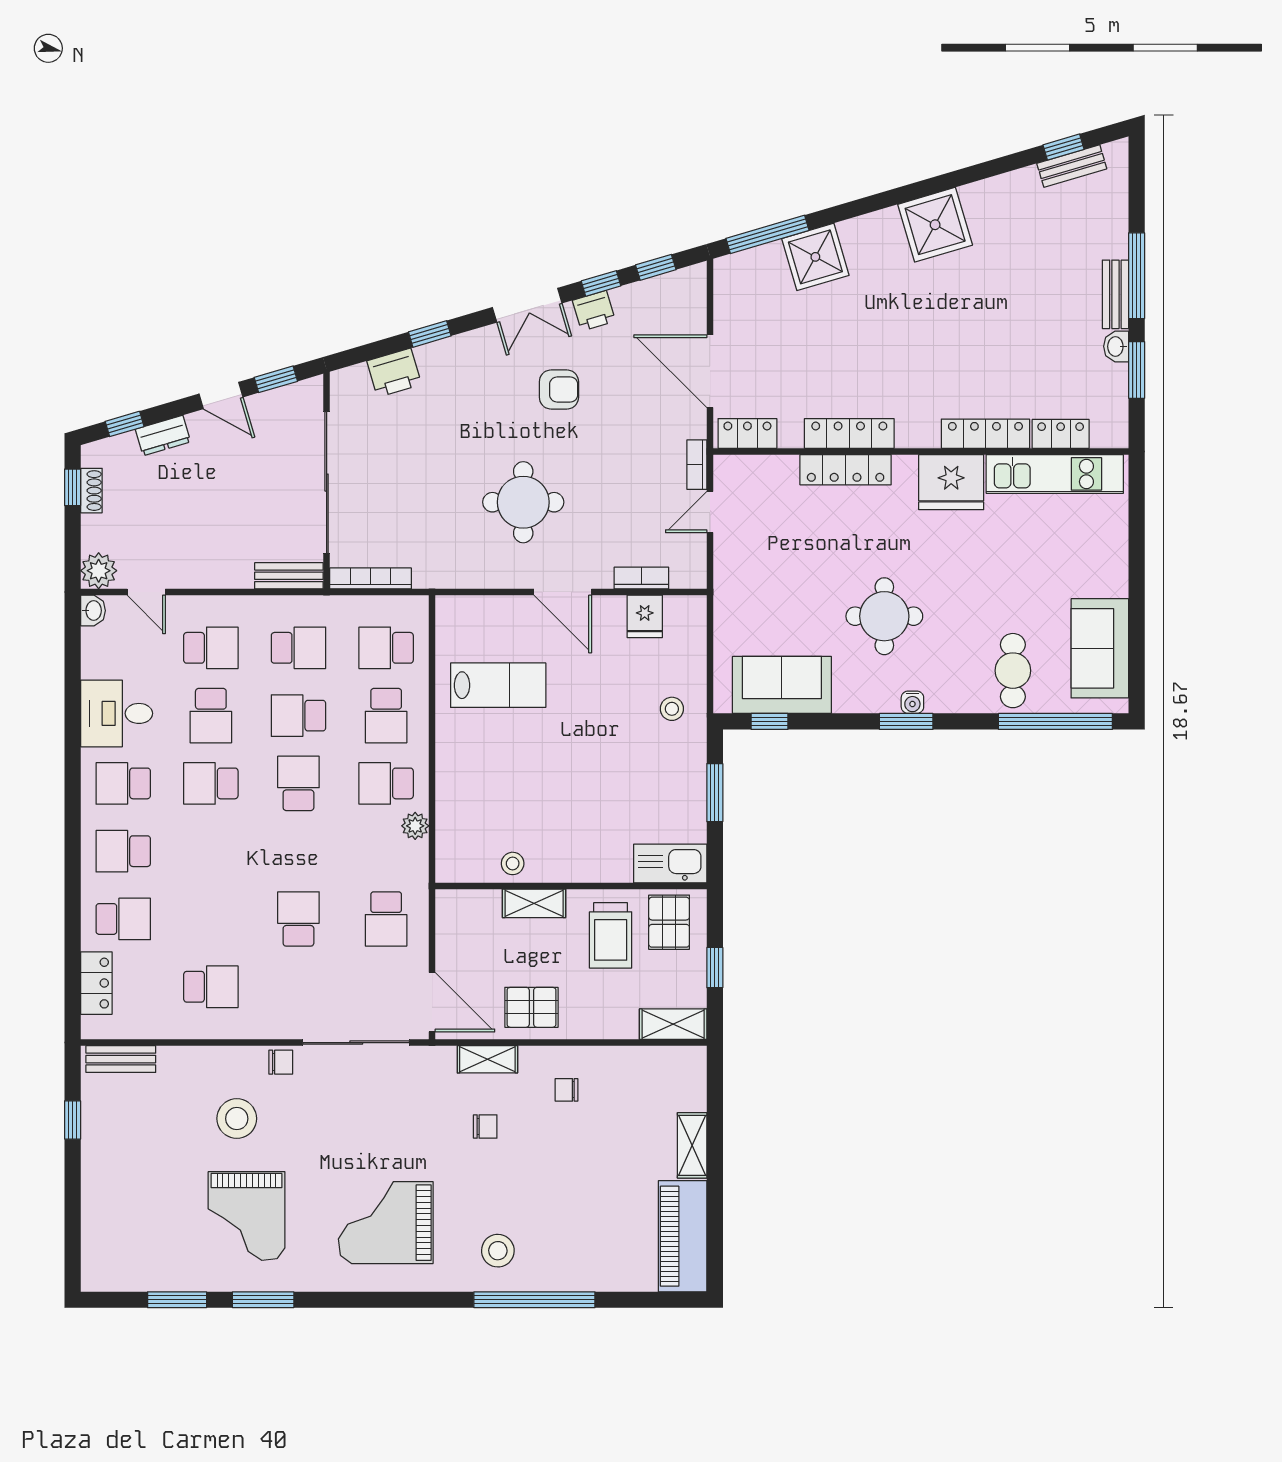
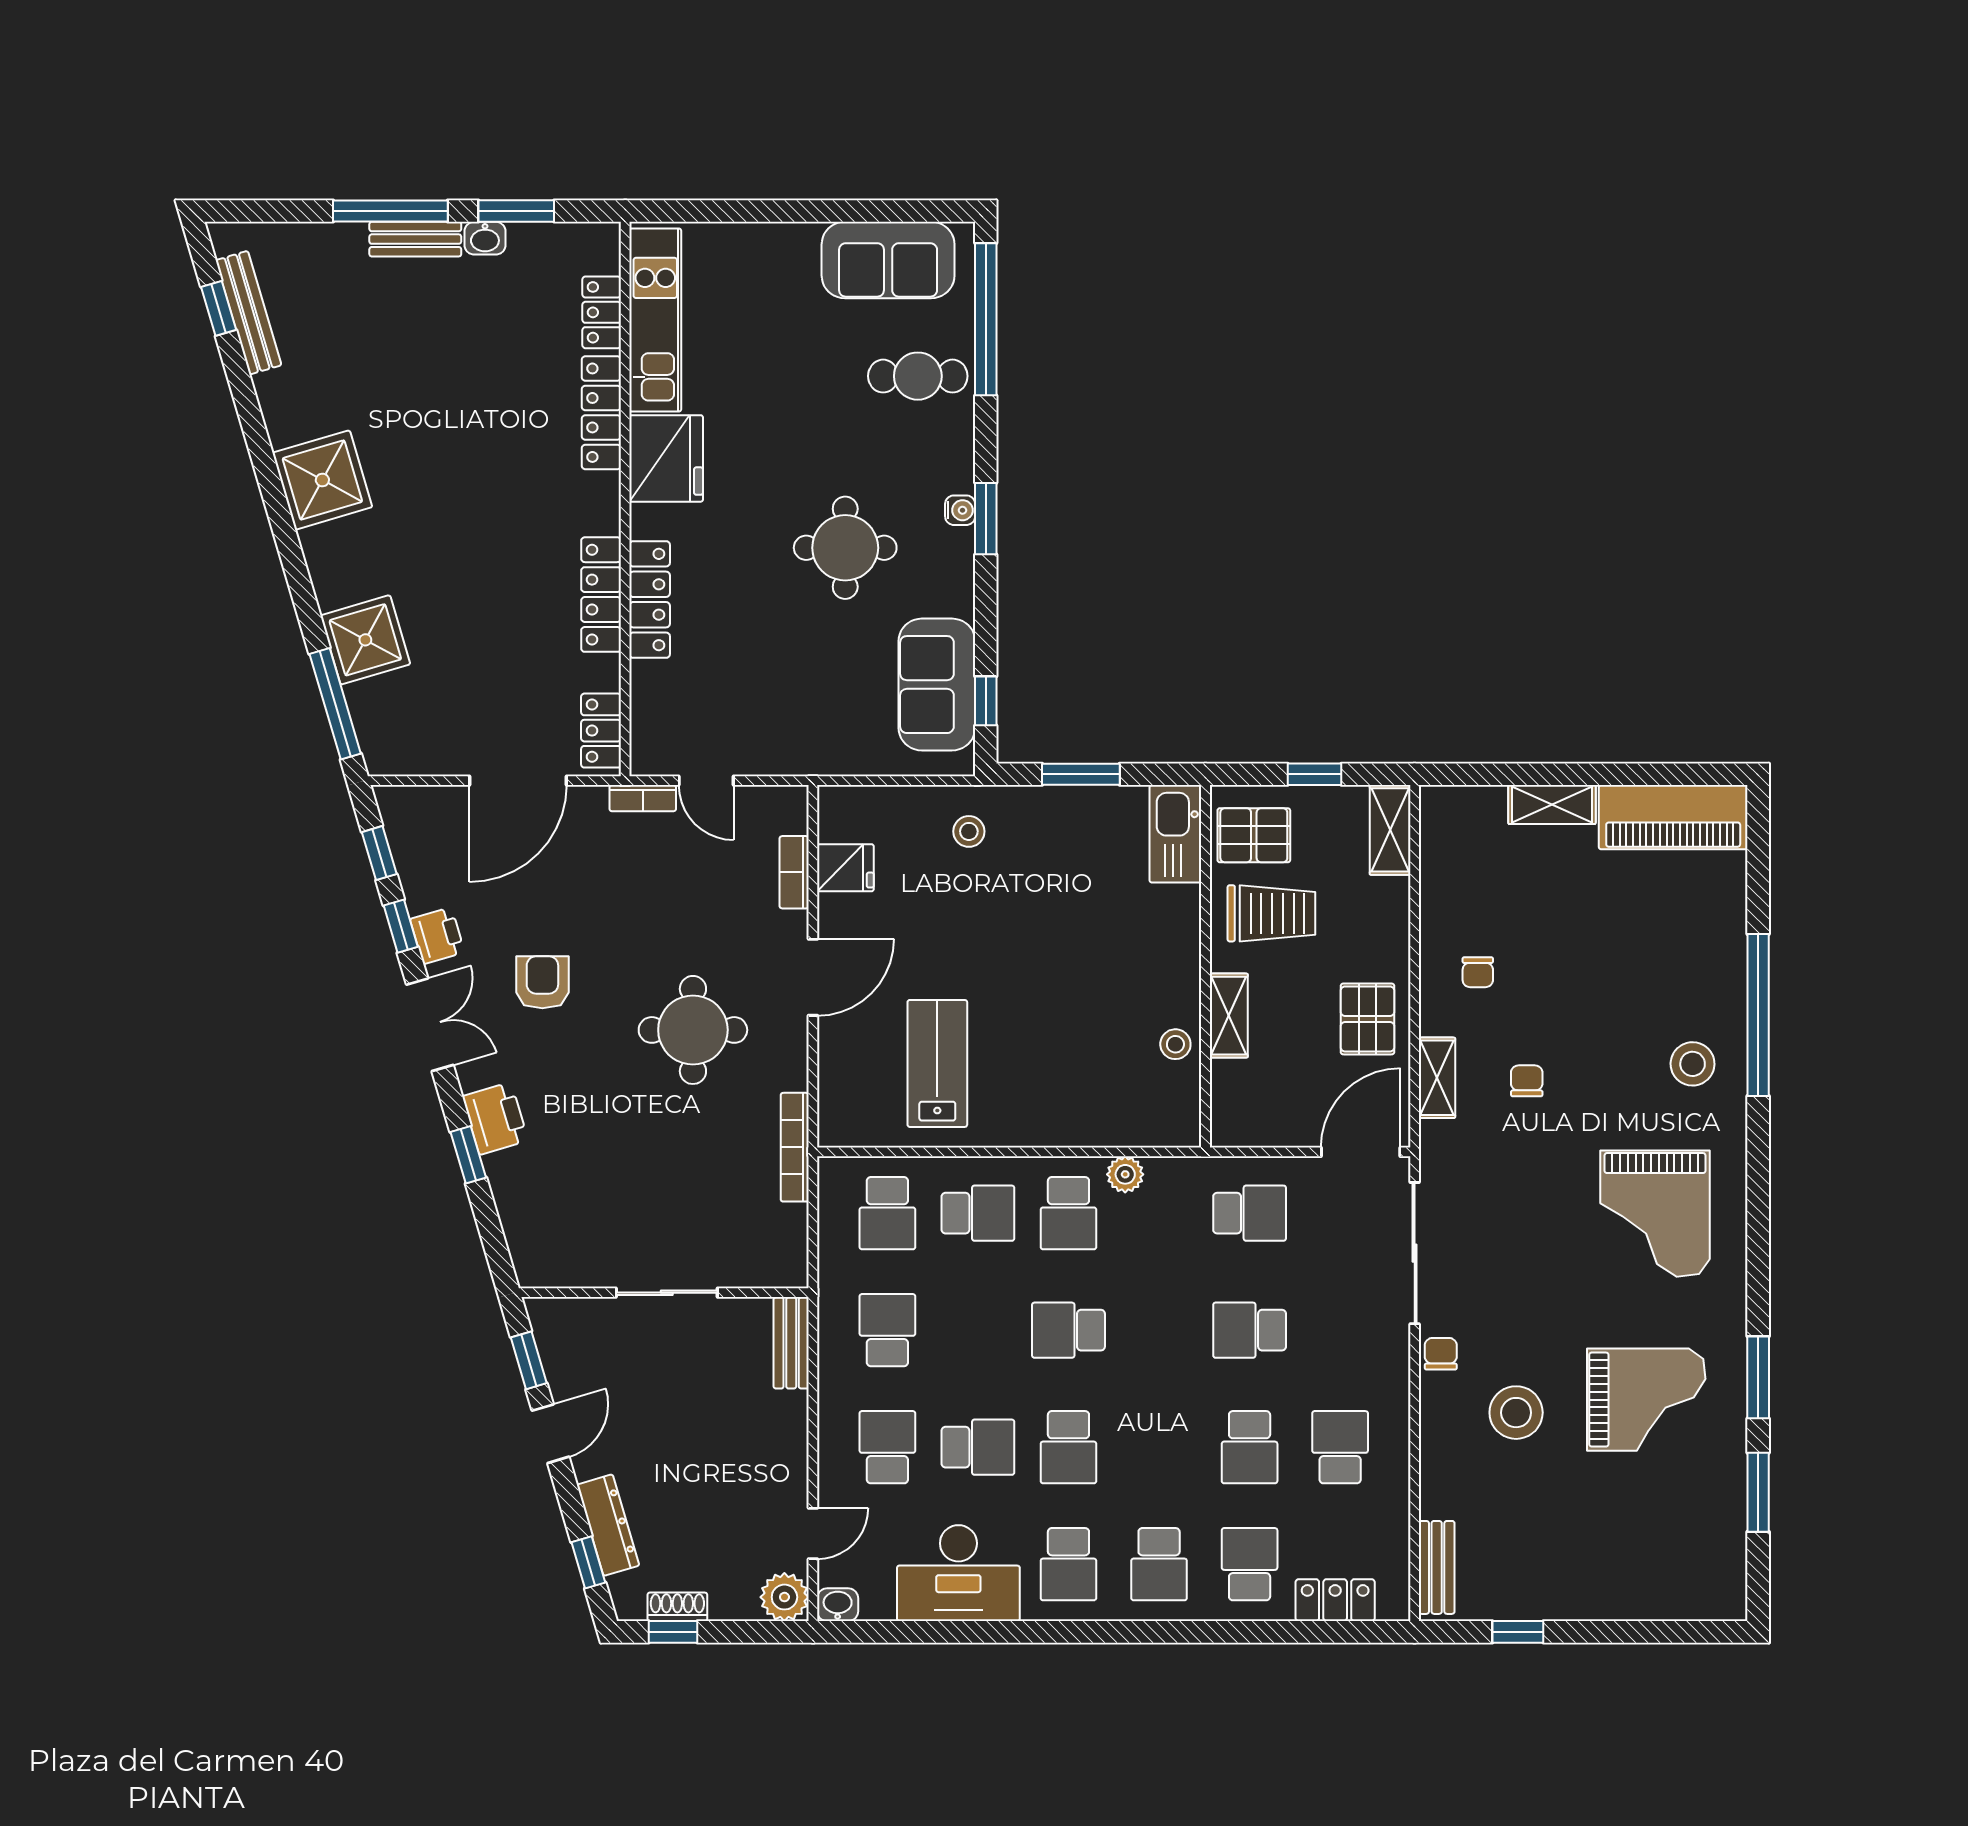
bench: (1072, 166) -> (248, 313), width x1.36
printer: (394, 373) -> (495, 1118), moved
dresser: (163, 436) -> (608, 1525), width x1.44
sliding door: (327, 483) -> (667, 1293), width x0.54
bookcase: (371, 578) -> (795, 1147), moved
desk: (117, 713) -> (958, 1573), width x1.37
school desk: (298, 716) -> (1250, 1447), moved

